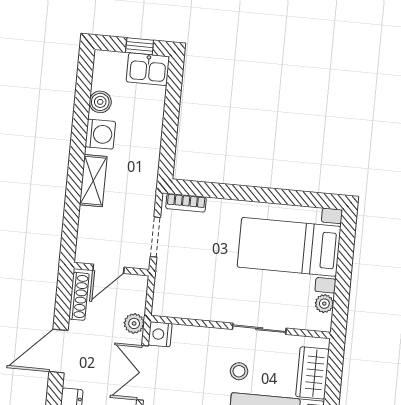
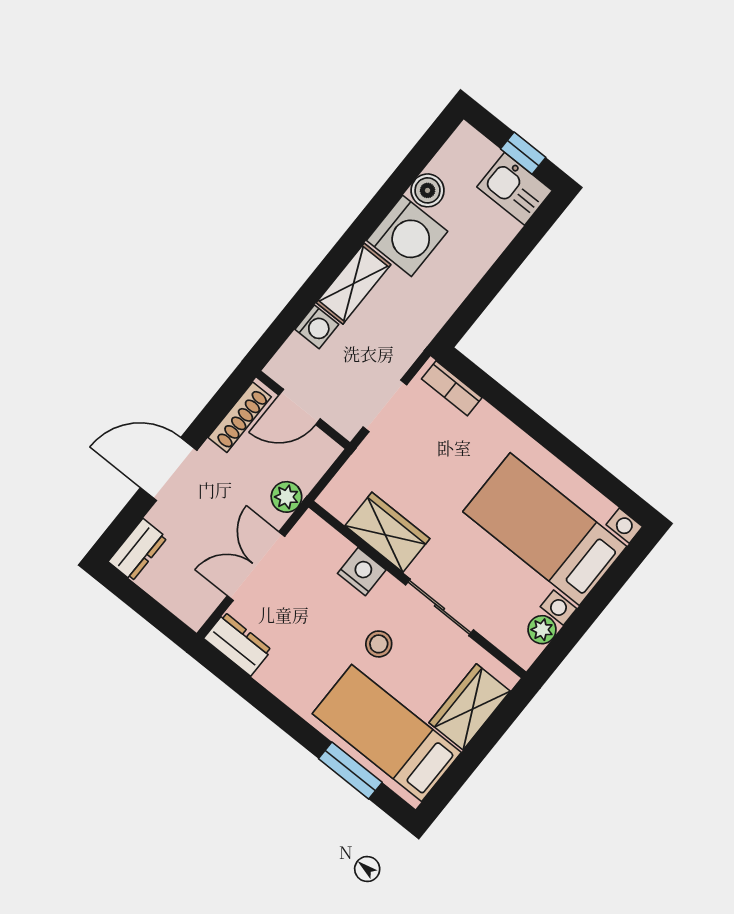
washing machine: (100, 134) -> (407, 236), width x1.37, depth x1.37
washing machine: (89, 218) -> (317, 327), added
wardrobe: (203, 306) -> (387, 532), added
nightstand: (160, 334) -> (362, 572), moved, turned 90

